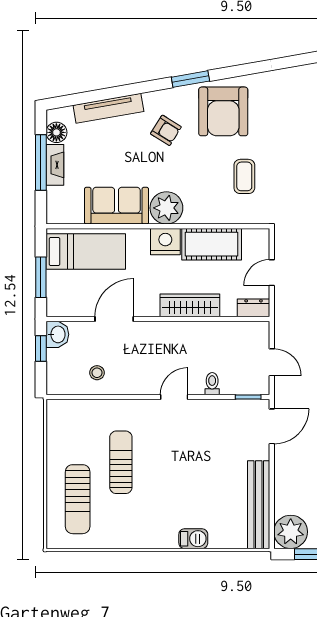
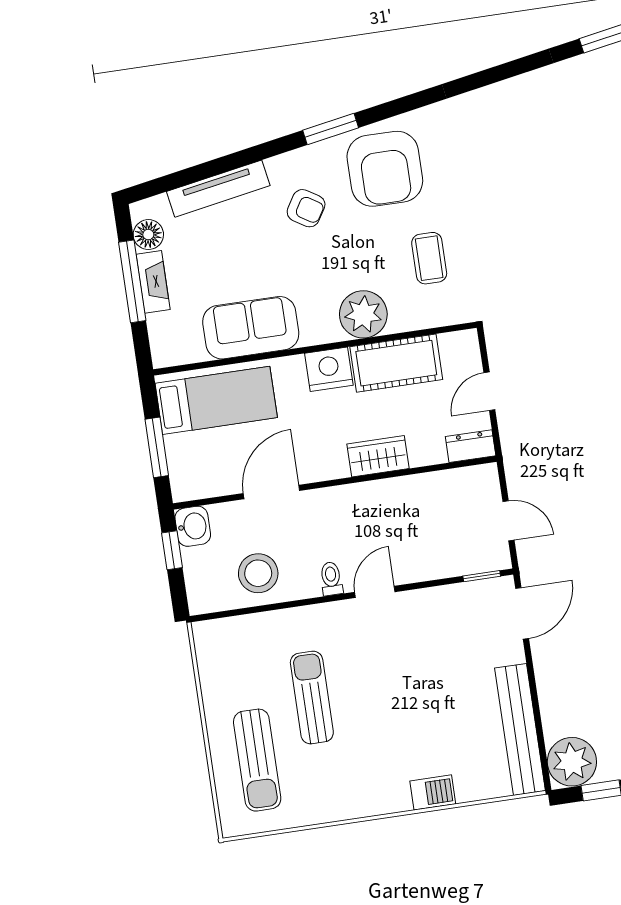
plant: (166, 208) -> (363, 314), moved
wardrobe: (190, 305) -> (378, 456), width x0.67
stool: (97, 373) -> (258, 573), width x1.89, depth x1.89
toilet: (212, 384) -> (331, 579), moved

